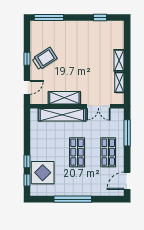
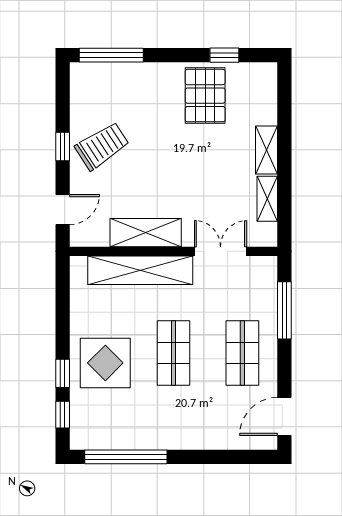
pallet: (91, 36) -> (205, 96), added
double door: (98, 106) -> (221, 251), swing flipped
display table: (43, 173) -> (105, 363), moved
window: (73, 199) -> (126, 457), moved

